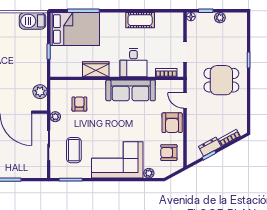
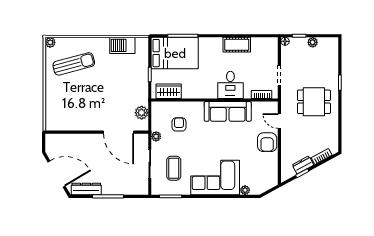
barbecue: (32, 21) -> (122, 45), moved
wardrobe: (96, 69) -> (169, 91), moved
armchair: (169, 153) -> (264, 171), removed

